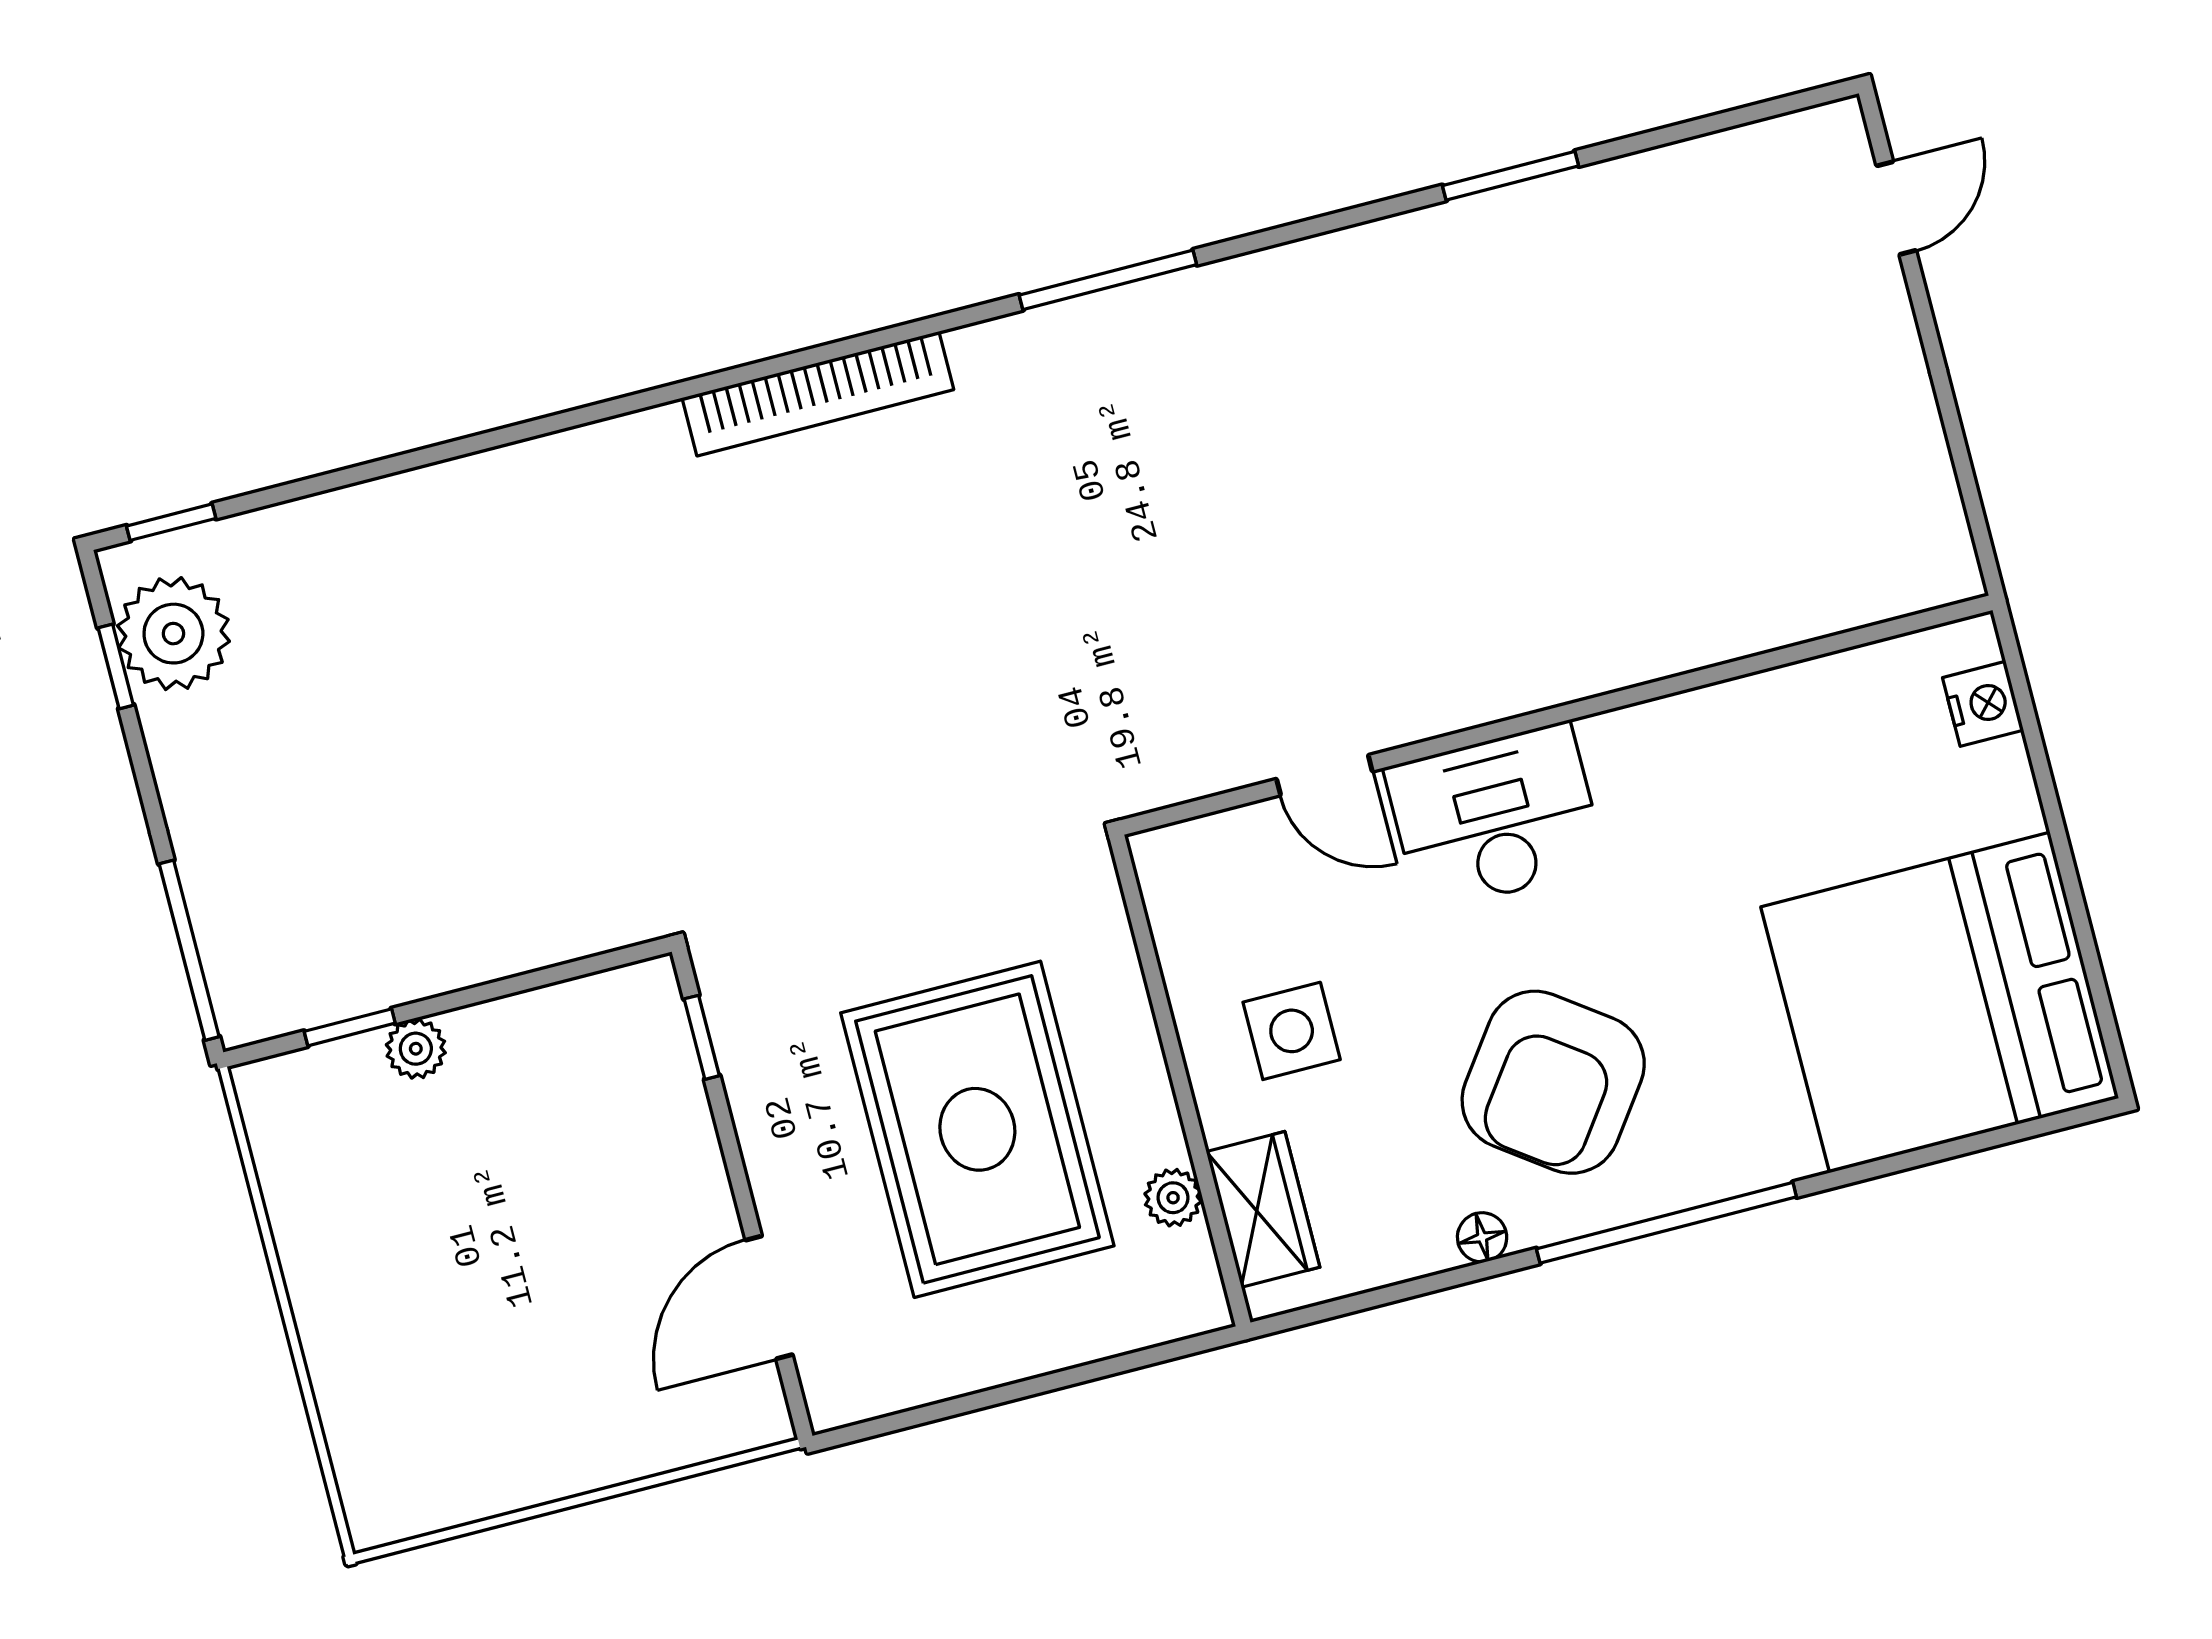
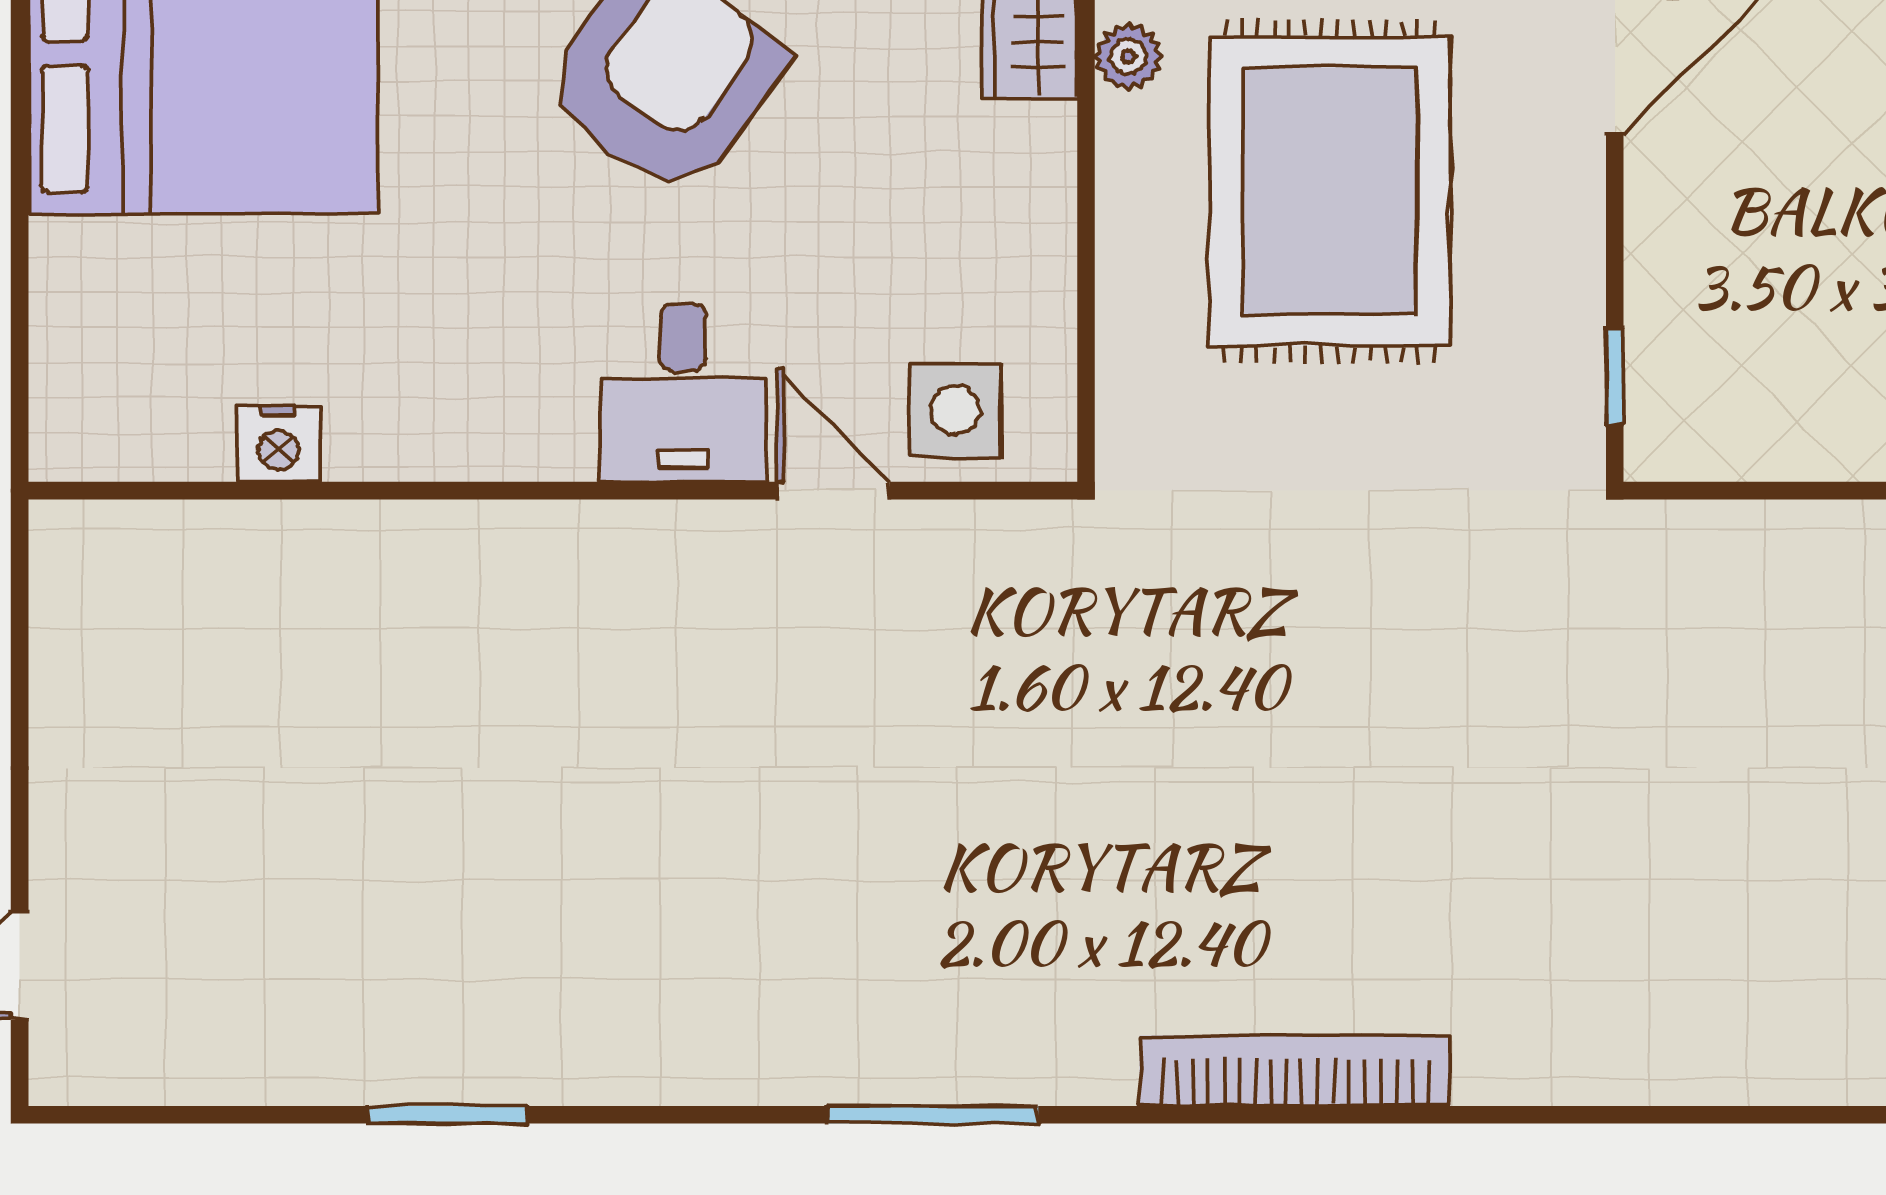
nightstand: (1983, 704) -> (278, 444), moved, turned -90
desk: (1495, 817) -> (683, 393), width x0.73
side table: (1292, 1031) -> (955, 410), moved

